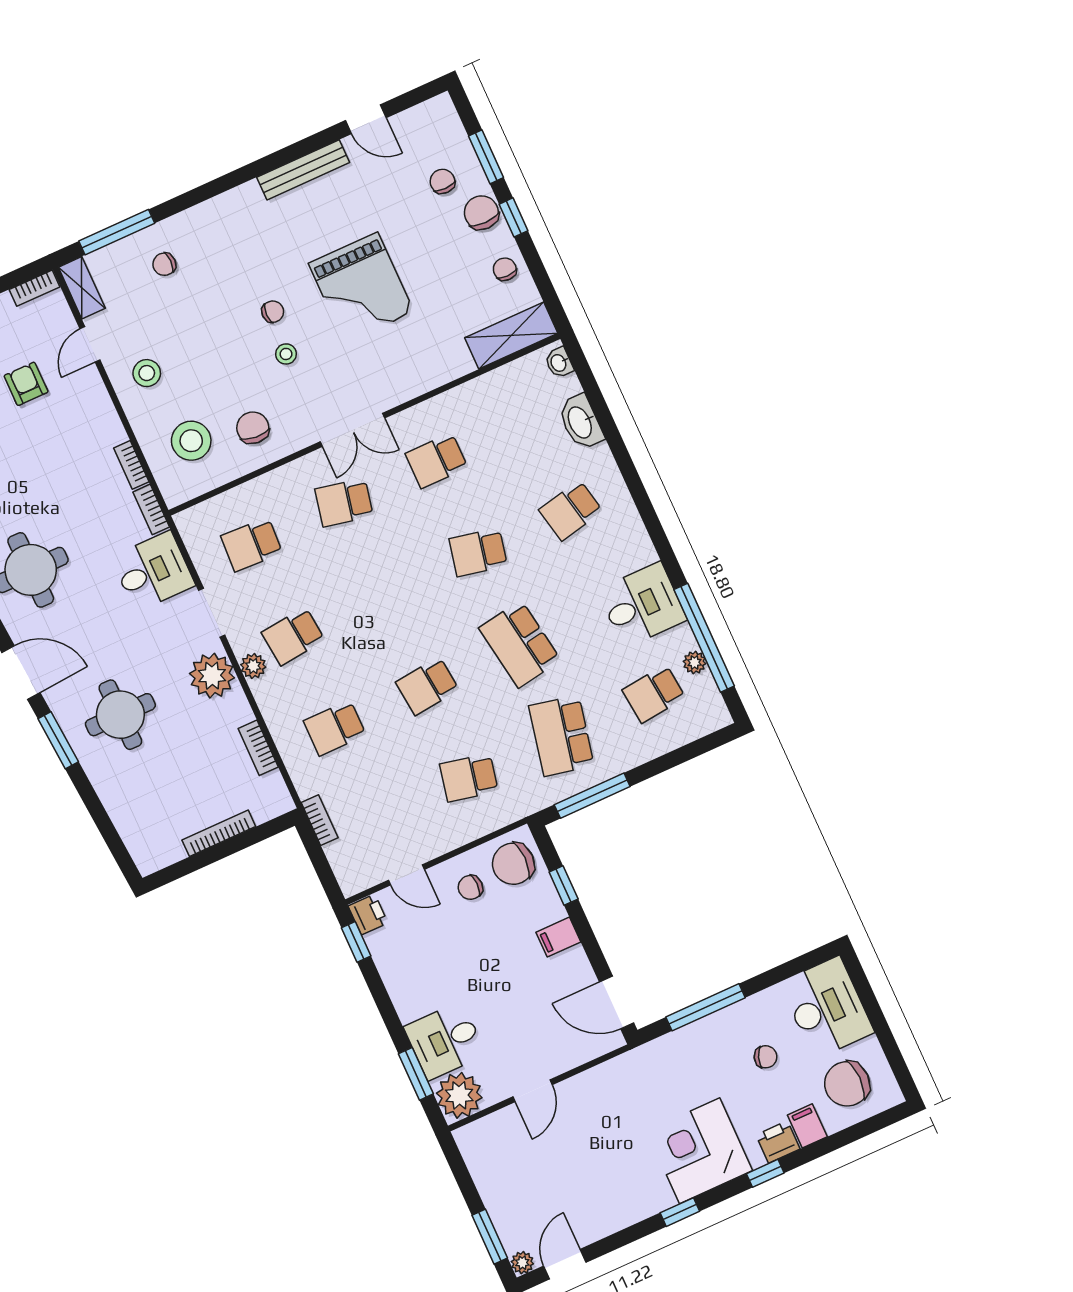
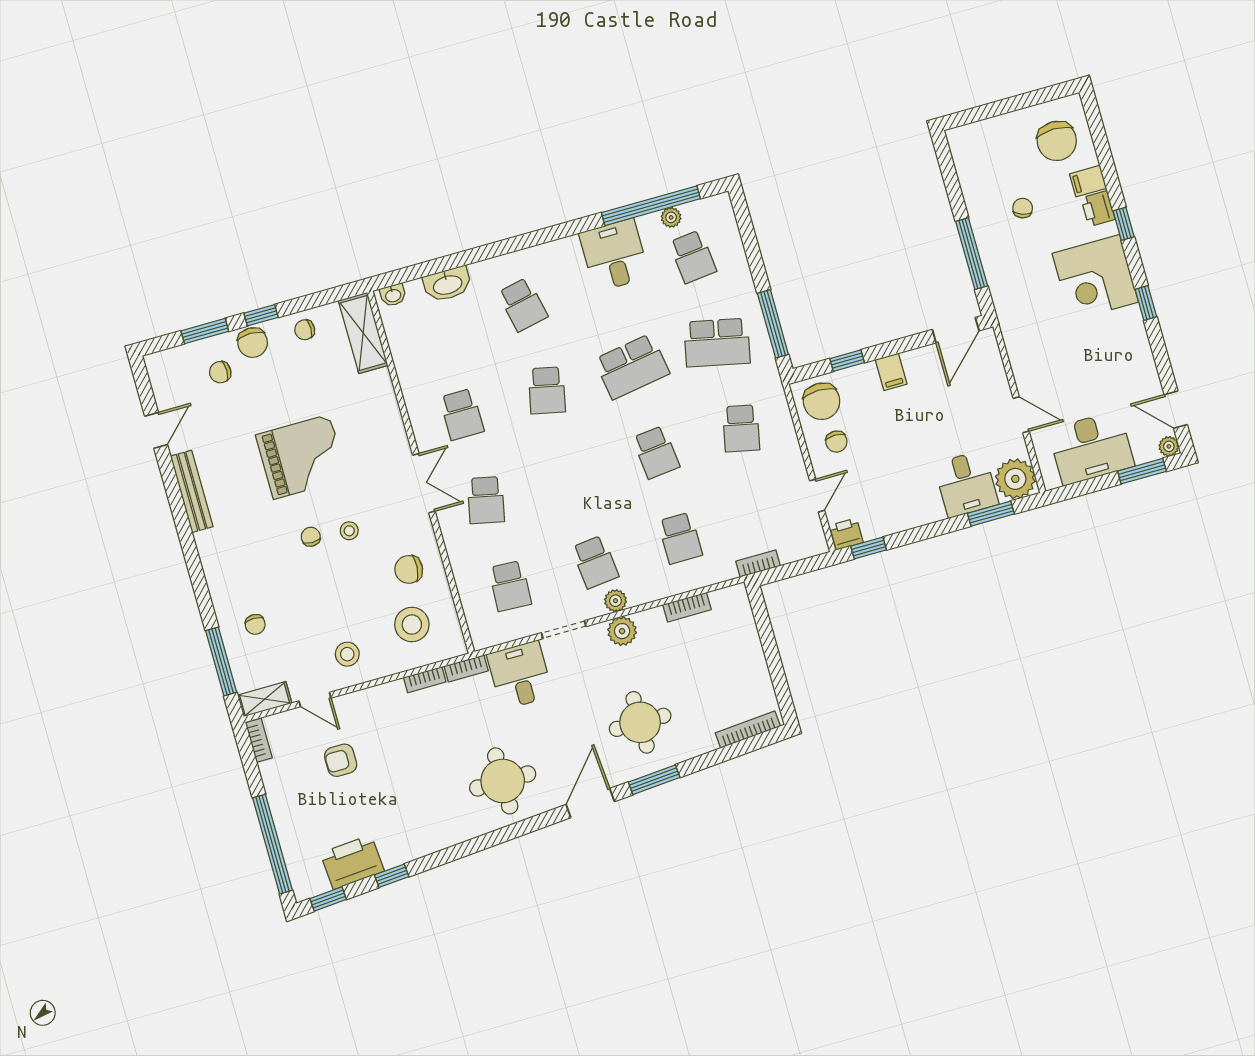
chair: (481, 213) -> (253, 343), turned -90
plant: (212, 676) -> (622, 631), width x0.73, depth x0.73
bookcase: (219, 833) -> (748, 730), moved, turned 86
desk: (827, 1008) -> (1091, 448), moved, turned 180

